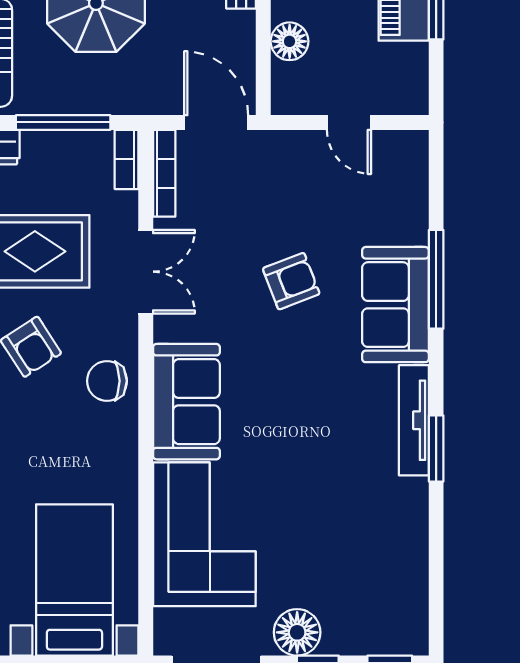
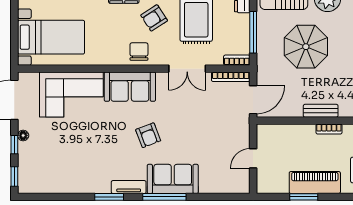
floor lamp: (290, 41) -> (289, 132), removed
window: (436, 279) -> (164, 197), moved
armchair: (291, 281) -> (148, 135), moved
tv unit: (414, 420) -> (129, 187), width x0.71
floor lamp: (297, 632) -> (23, 135), width x0.53, depth x0.53

